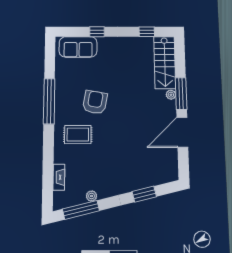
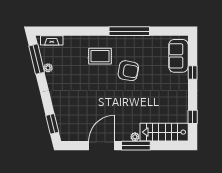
door: (182, 132) -> (102, 146), hinge flipped
rug: (78, 135) -> (100, 56), turned 90
fireplace: (59, 177) -> (52, 40), moved
window: (144, 194) -> (52, 124), moved

